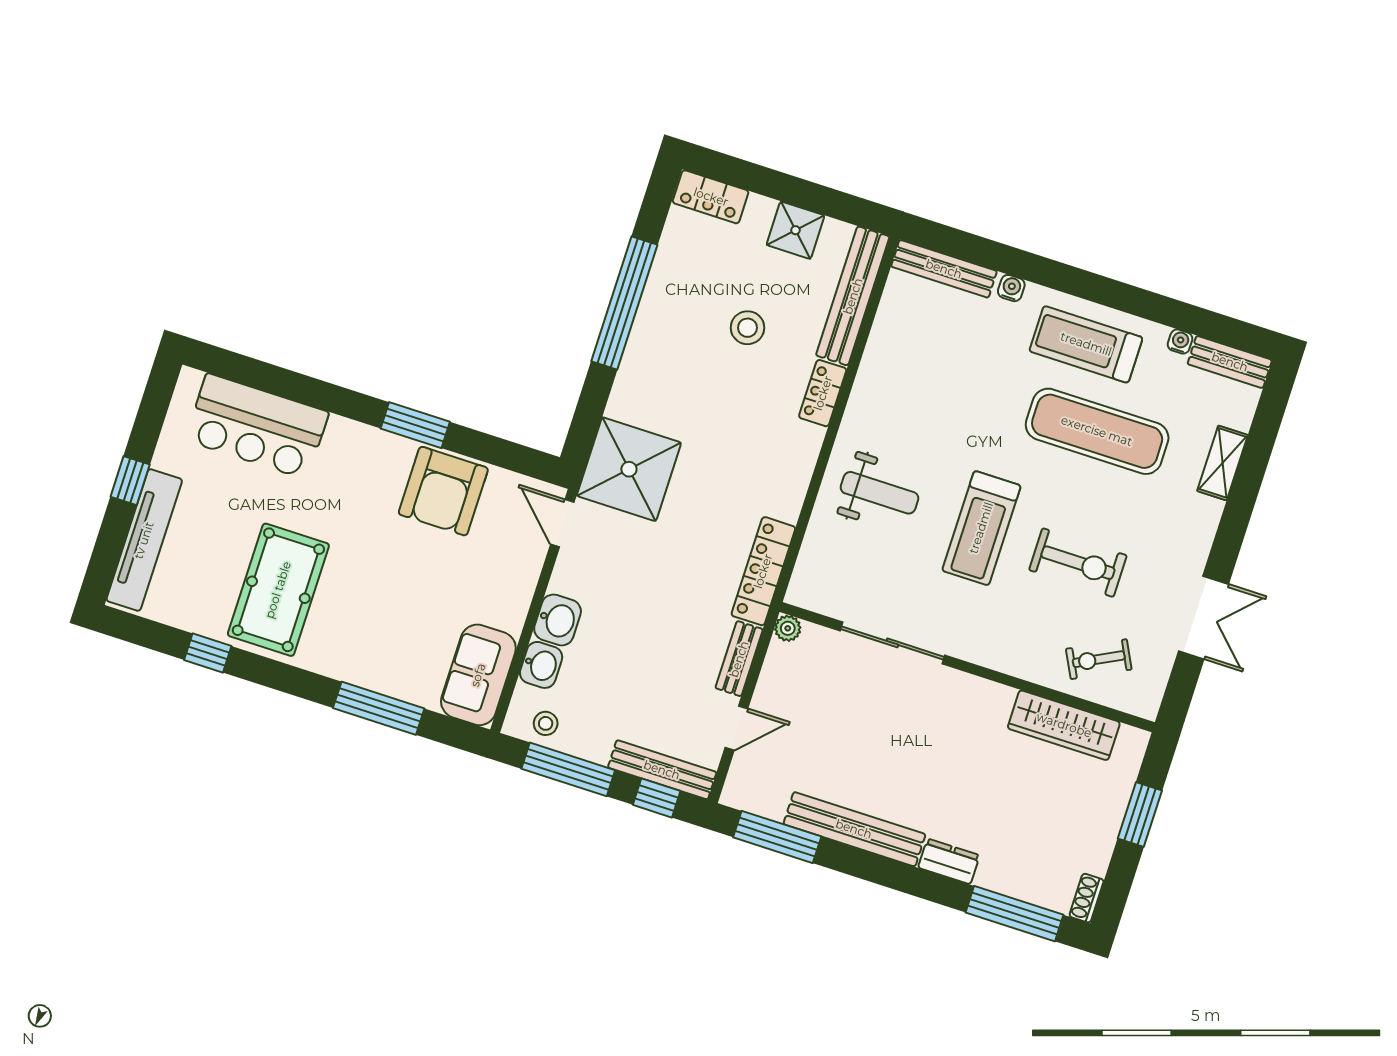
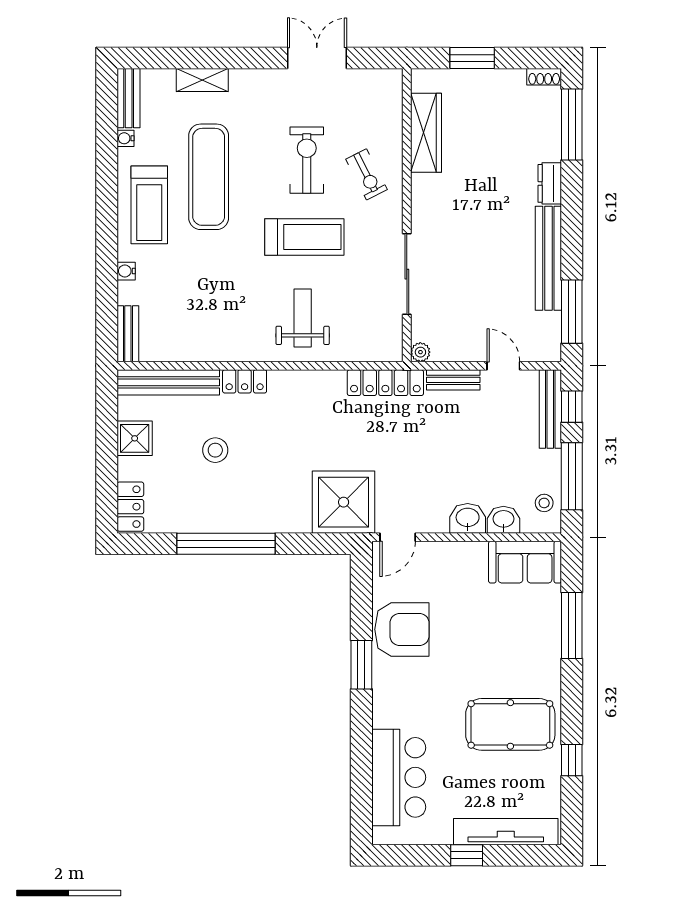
bench: (944, 269) -> (128, 334), width x0.73
exercise bike: (1099, 659) -> (366, 174), moved

